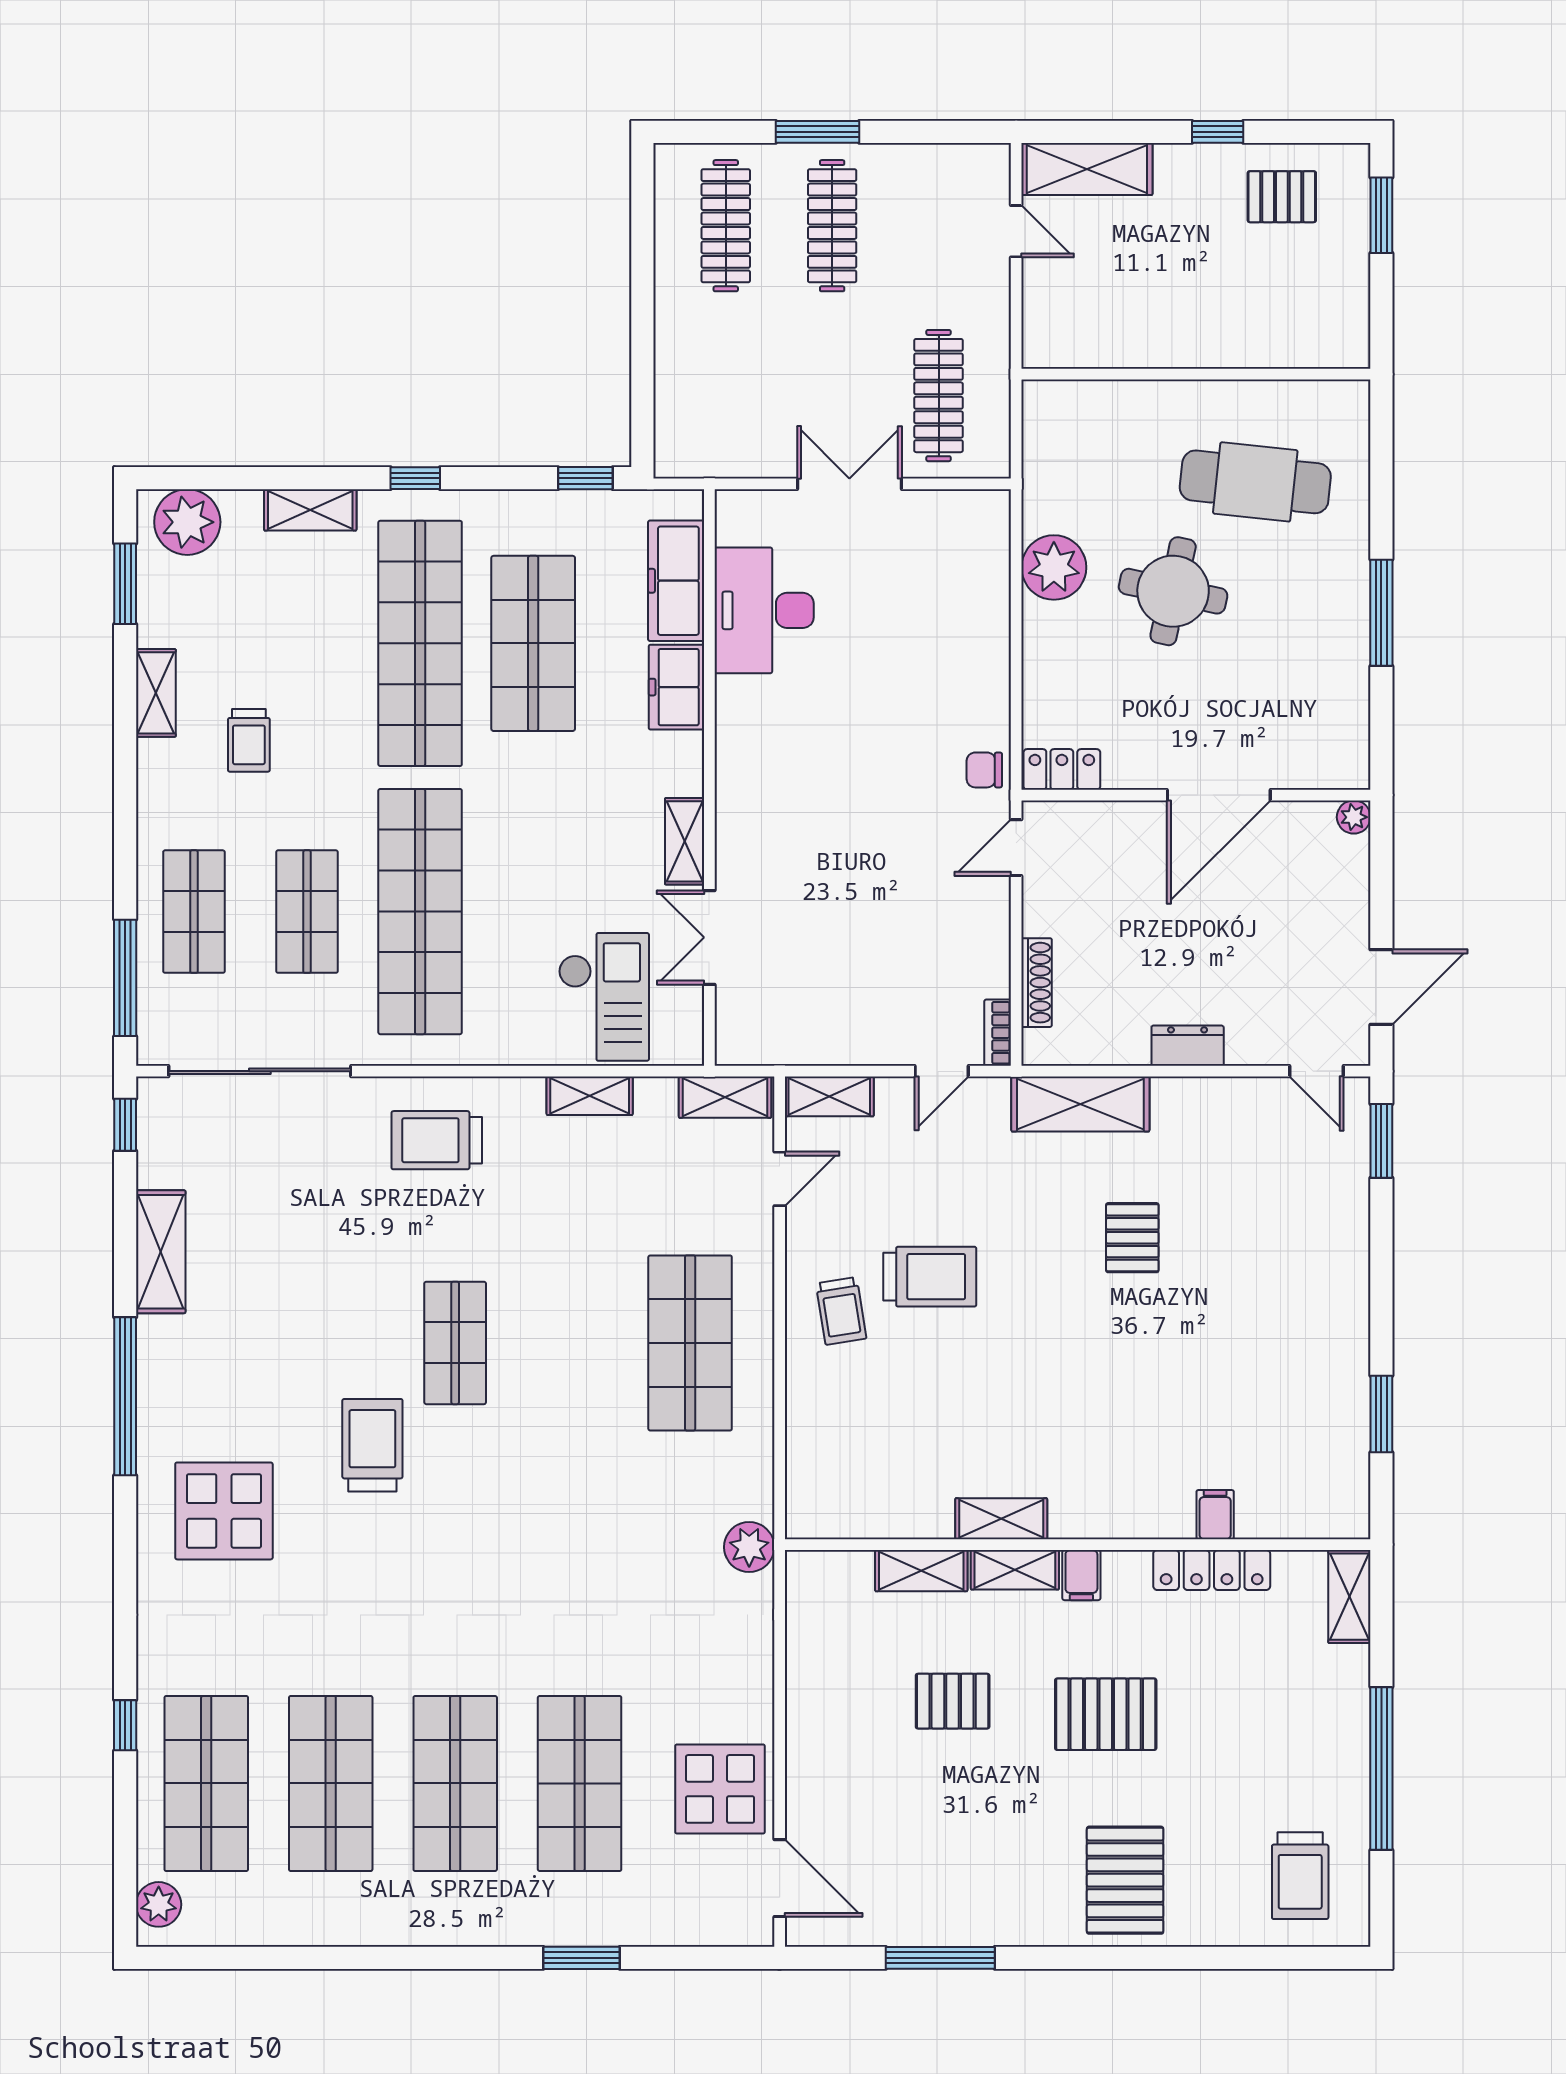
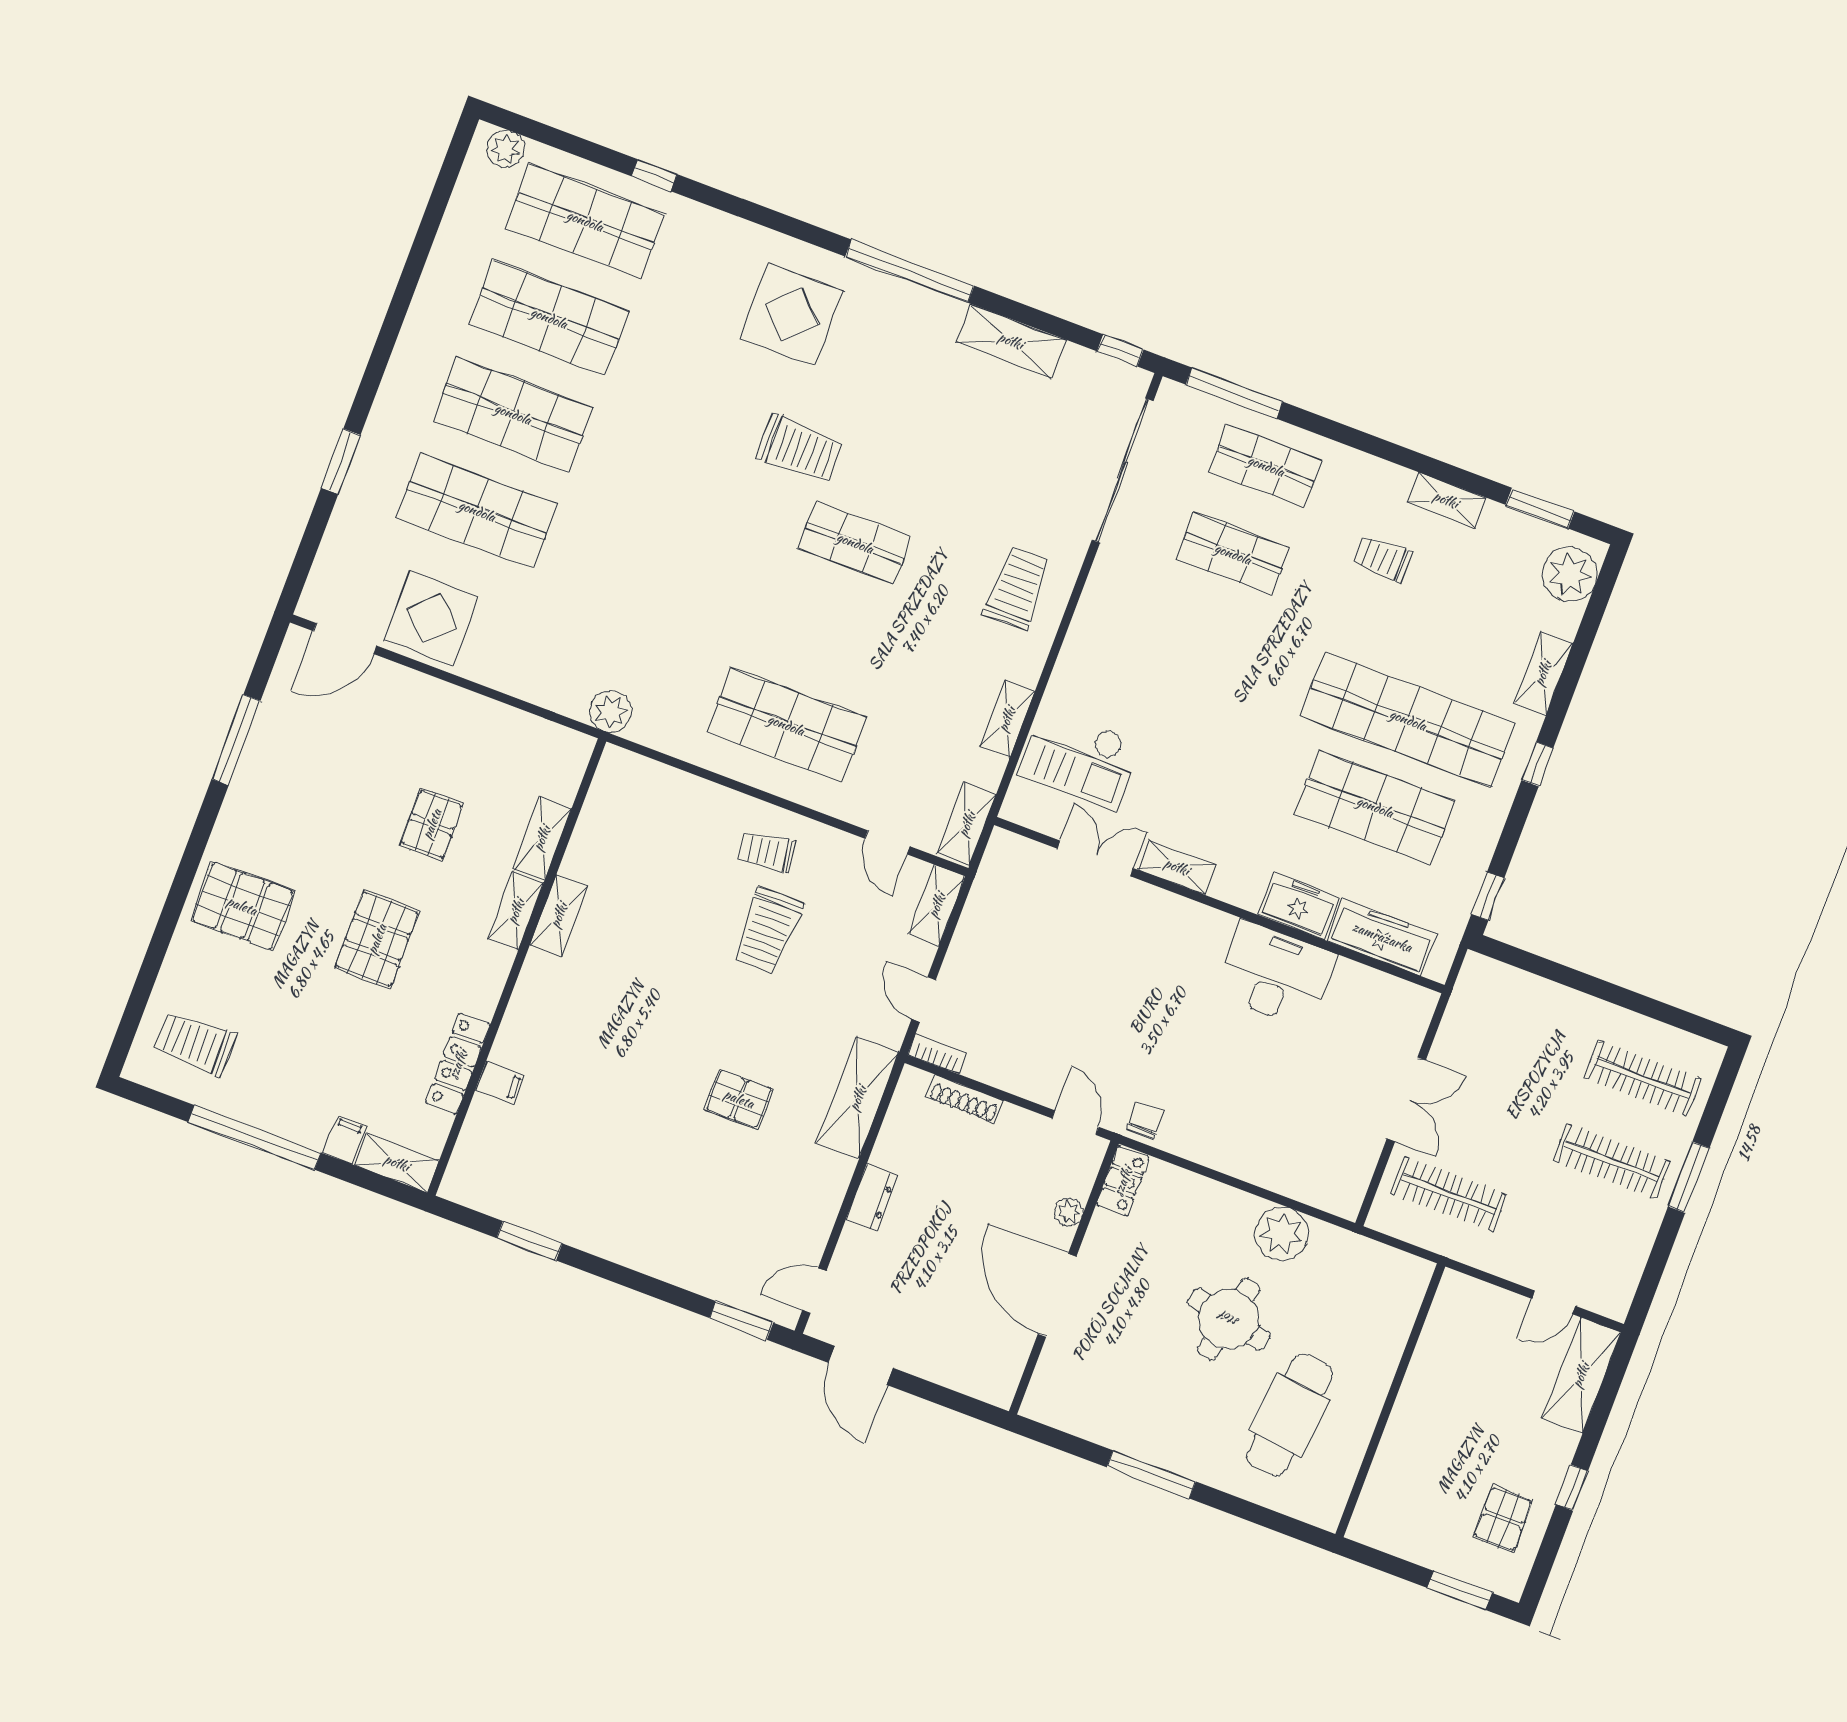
desk: (764, 610) -> (1275, 974), moved
plant: (1354, 817) -> (1069, 1212), moved
shop shelf: (420, 912) -> (1200, 641), removed
filing cabinet: (1081, 1575) -> (345, 1139), moved, turned 90

